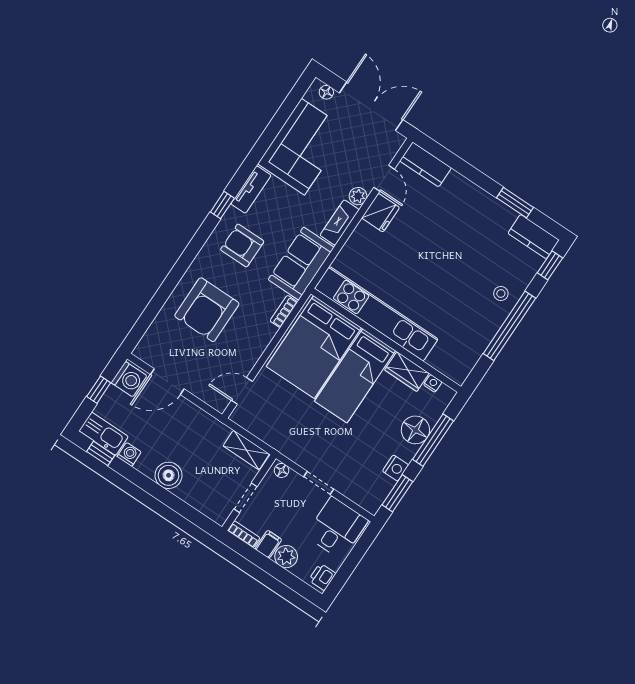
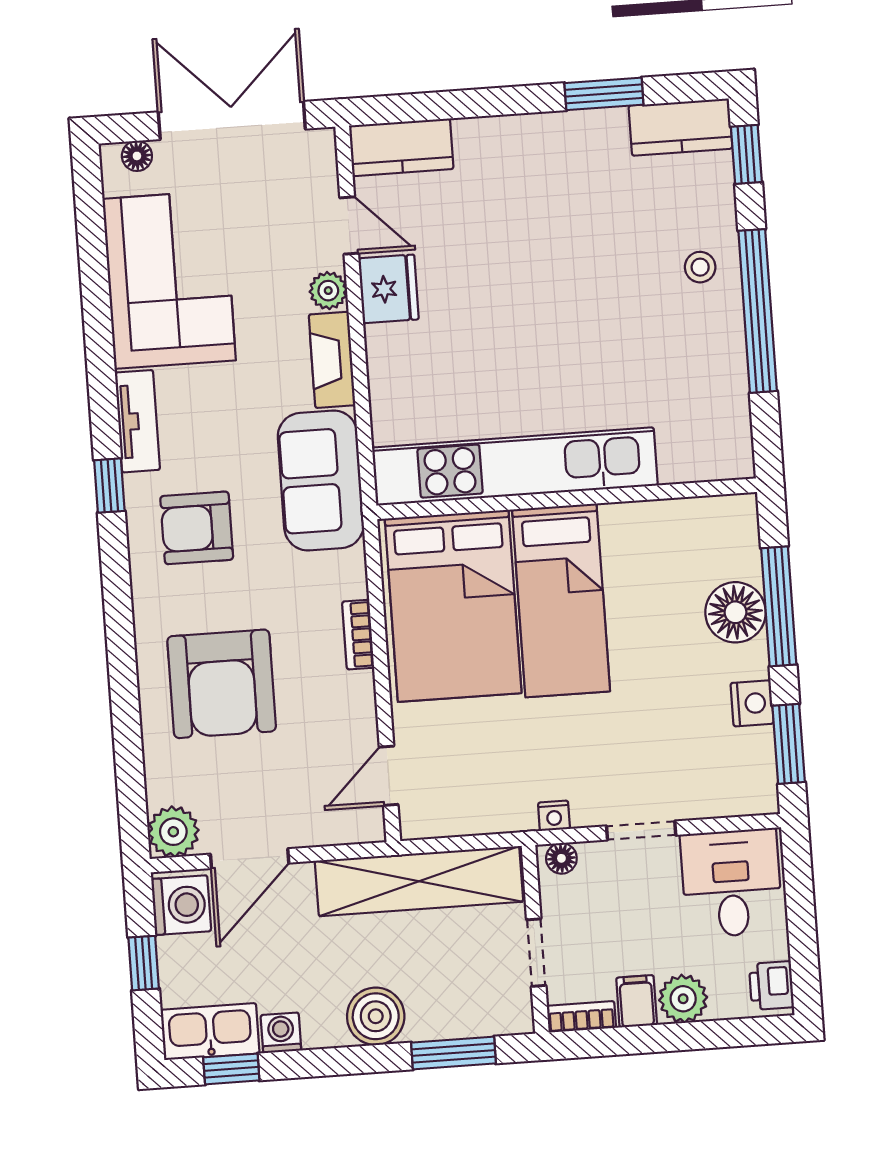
bookcase: (284, 311) -> (358, 635), moved
plant: (147, 350) -> (173, 832), added
wardrobe: (407, 372) -> (644, 524), removed
nightstand: (433, 383) -> (554, 816), moved, turned 180
shelving: (246, 450) -> (419, 881), width x2.20, depth x1.33
window: (187, 511) -> (454, 1053), added

